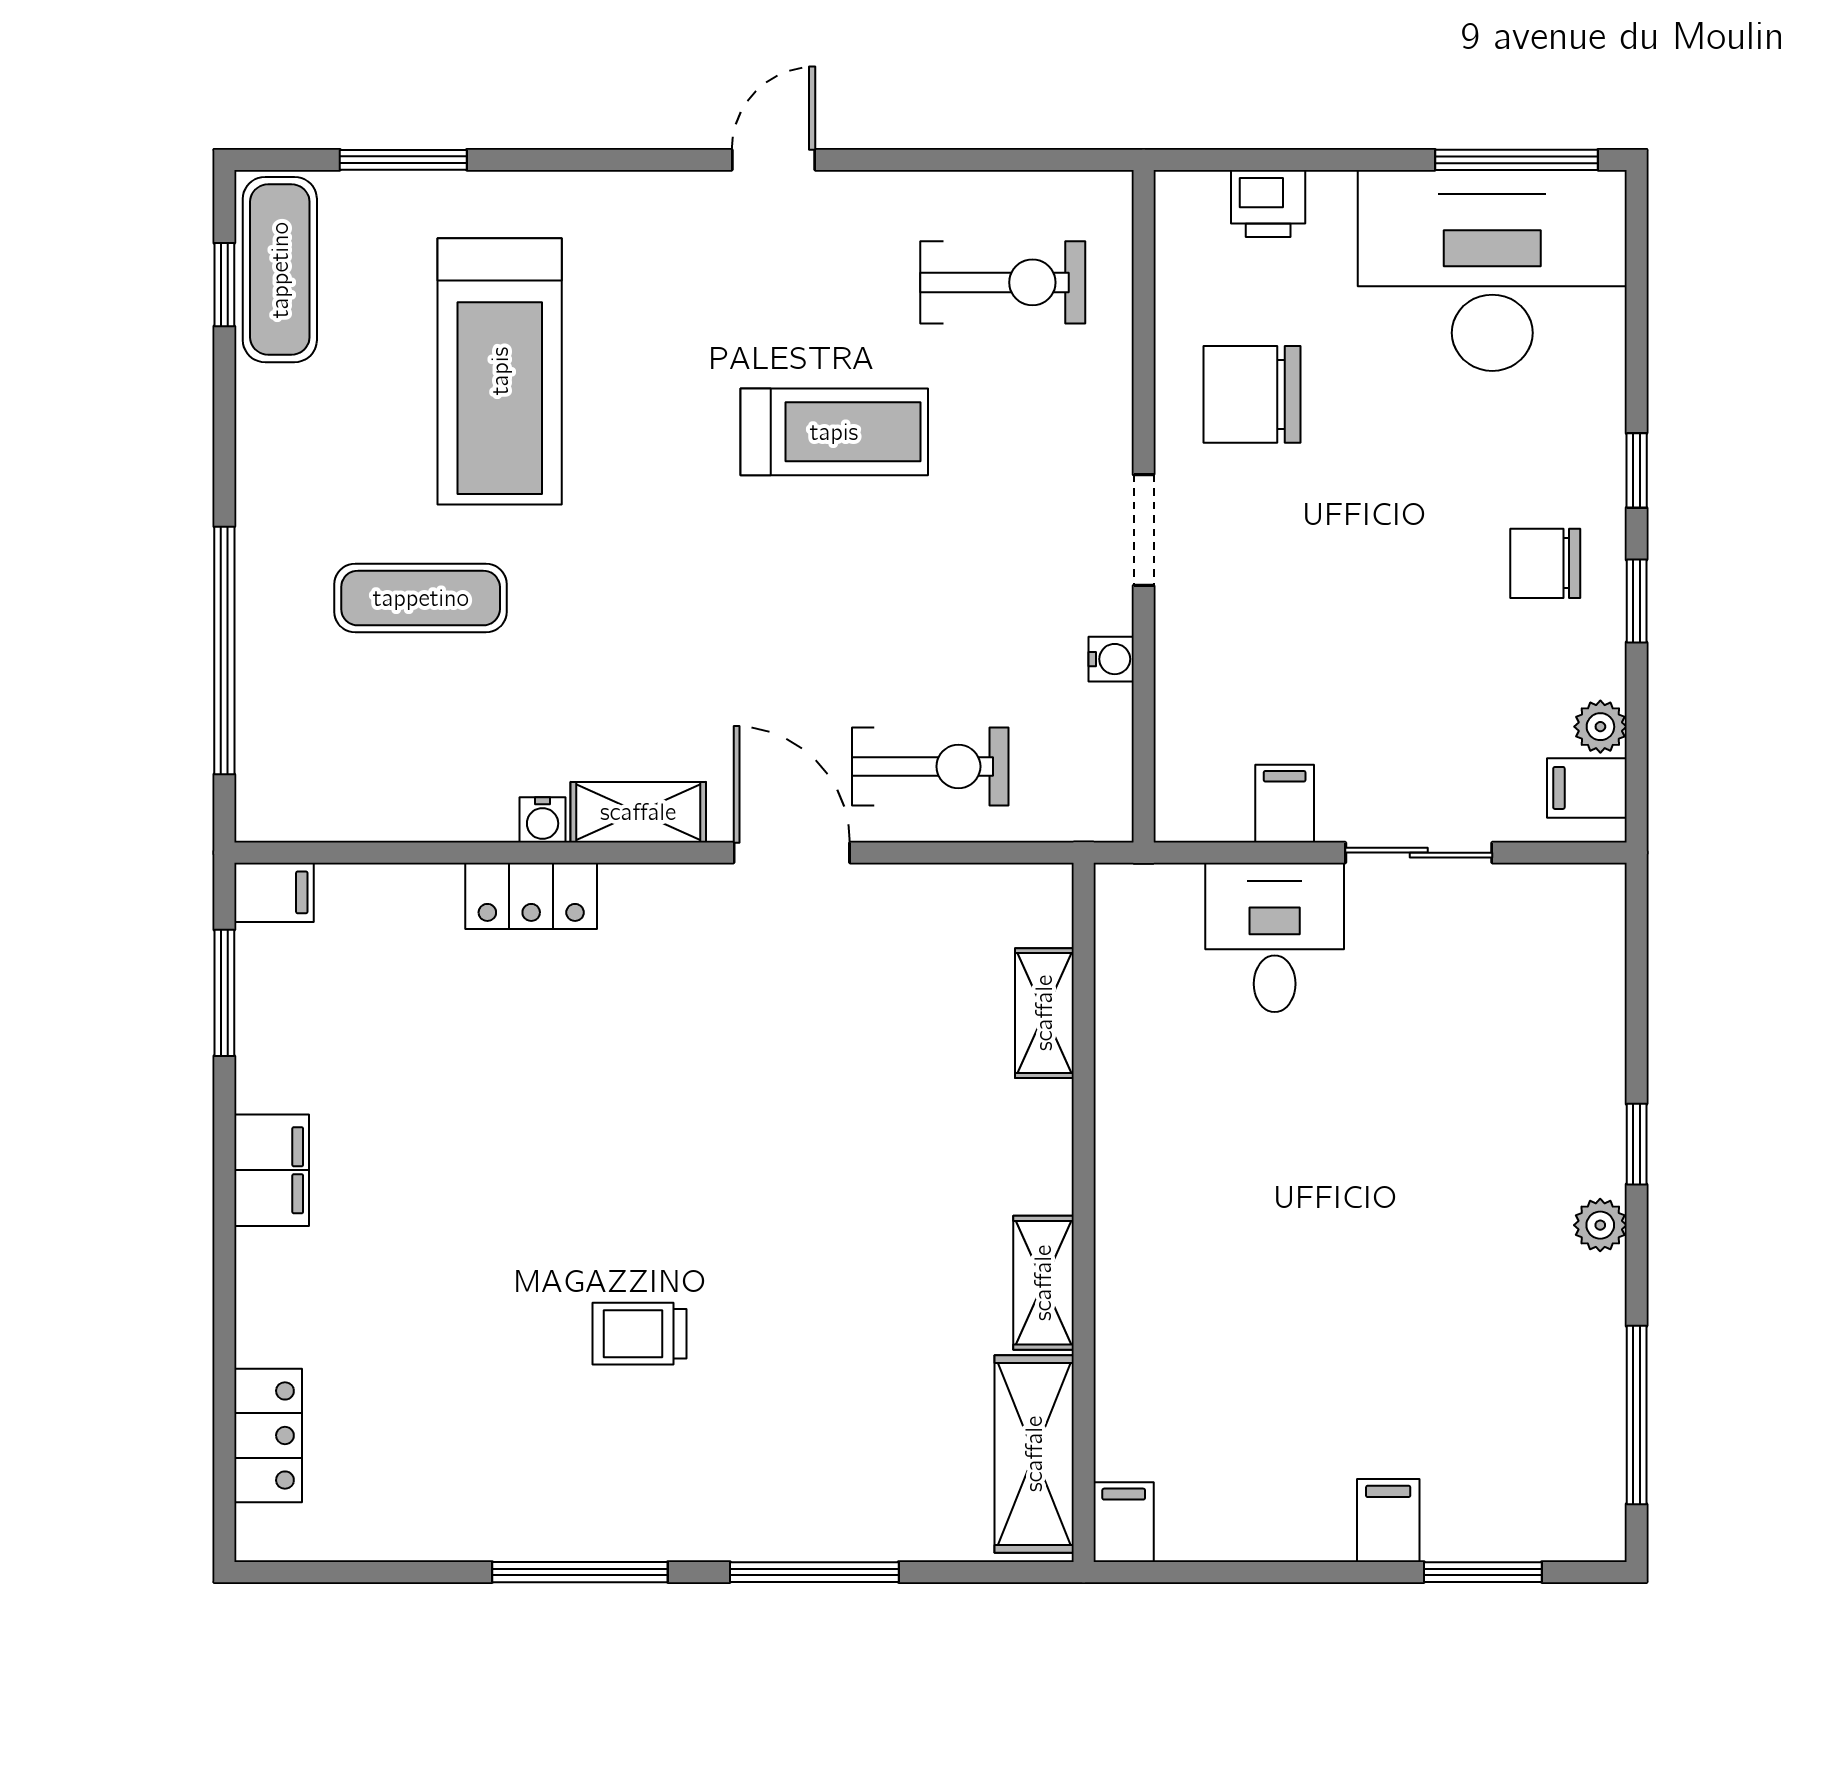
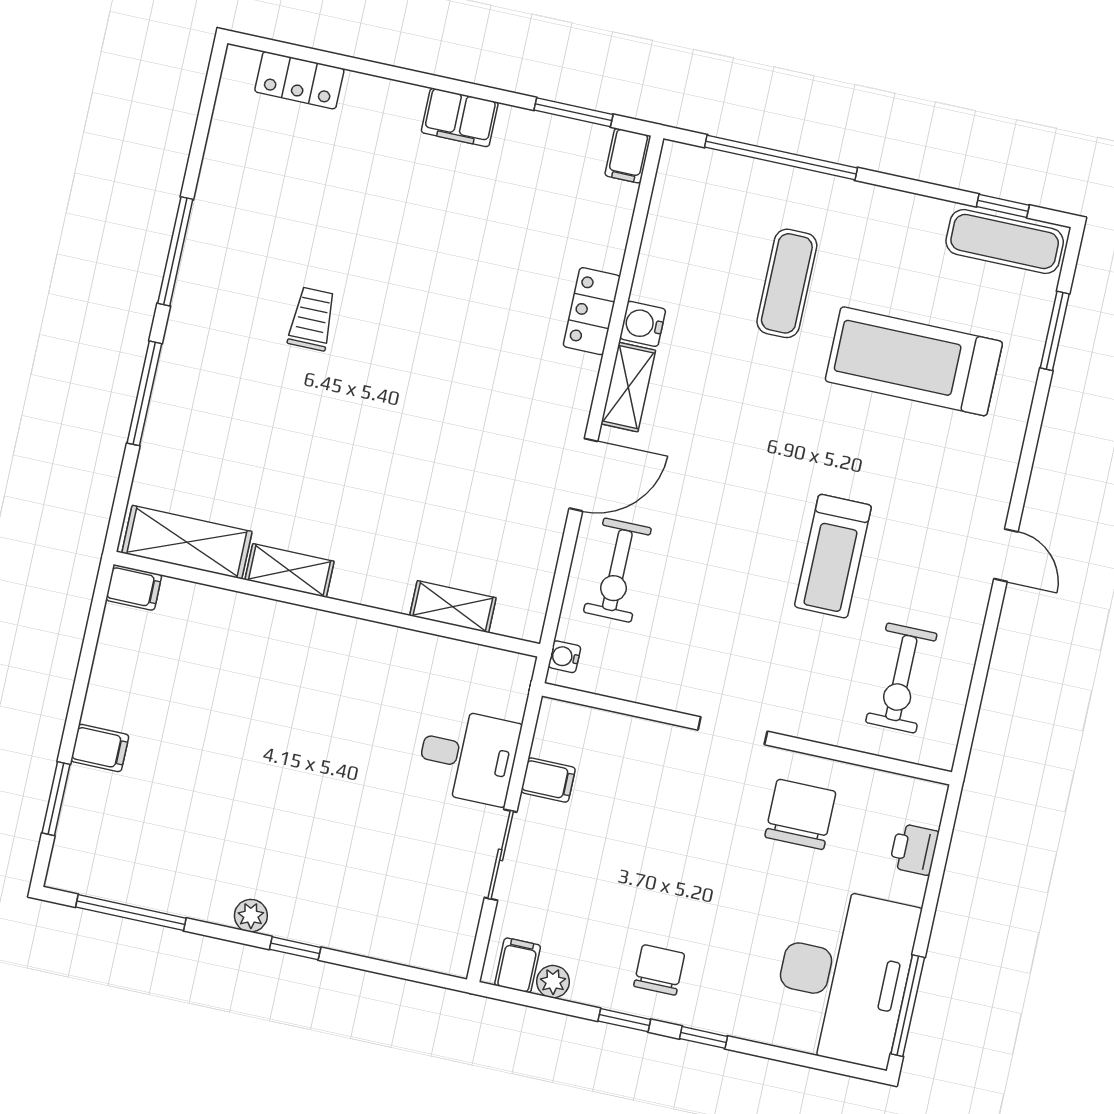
water cooler: (1111, 659) -> (564, 657), moved, turned 90
water cooler: (543, 820) -> (643, 324), width x1.38, depth x1.38

